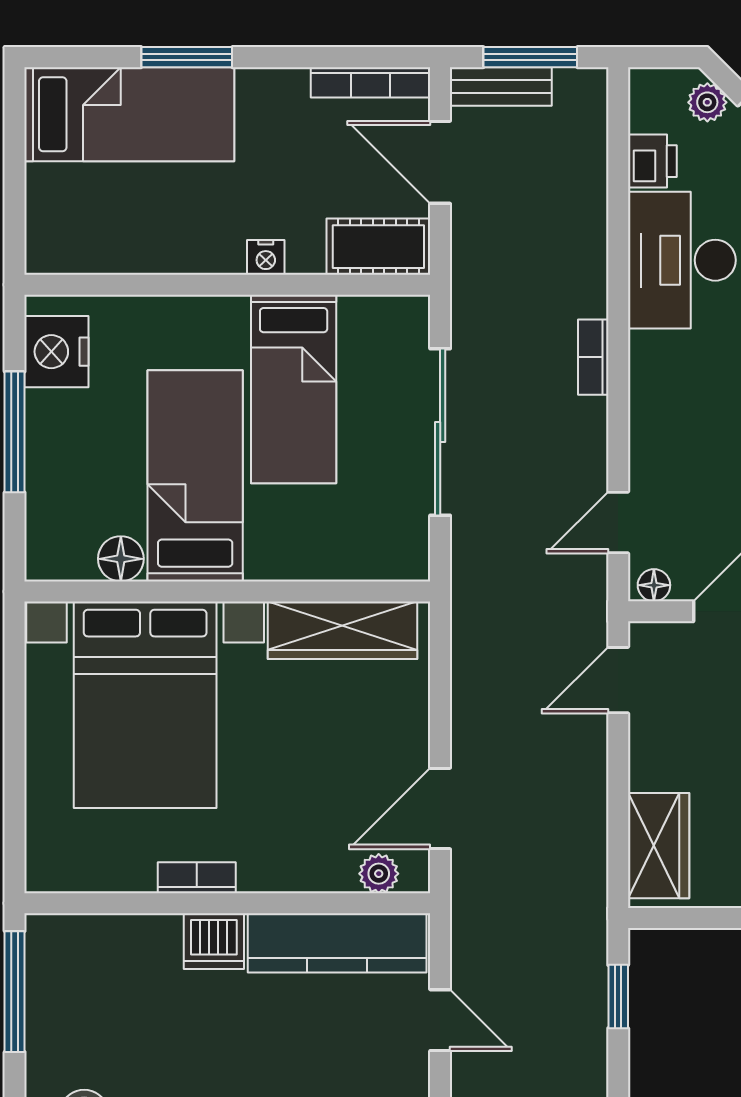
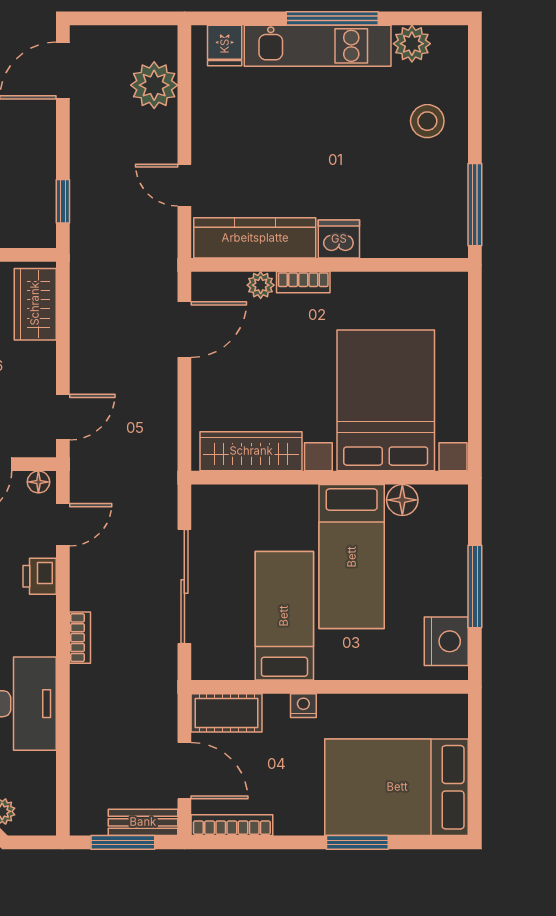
bed: (129, 114) -> (397, 787), width x1.50
printer: (652, 161) -> (40, 576), moved
plant: (379, 874) -> (261, 285), moved
bookcase: (197, 878) -> (303, 282), moved

